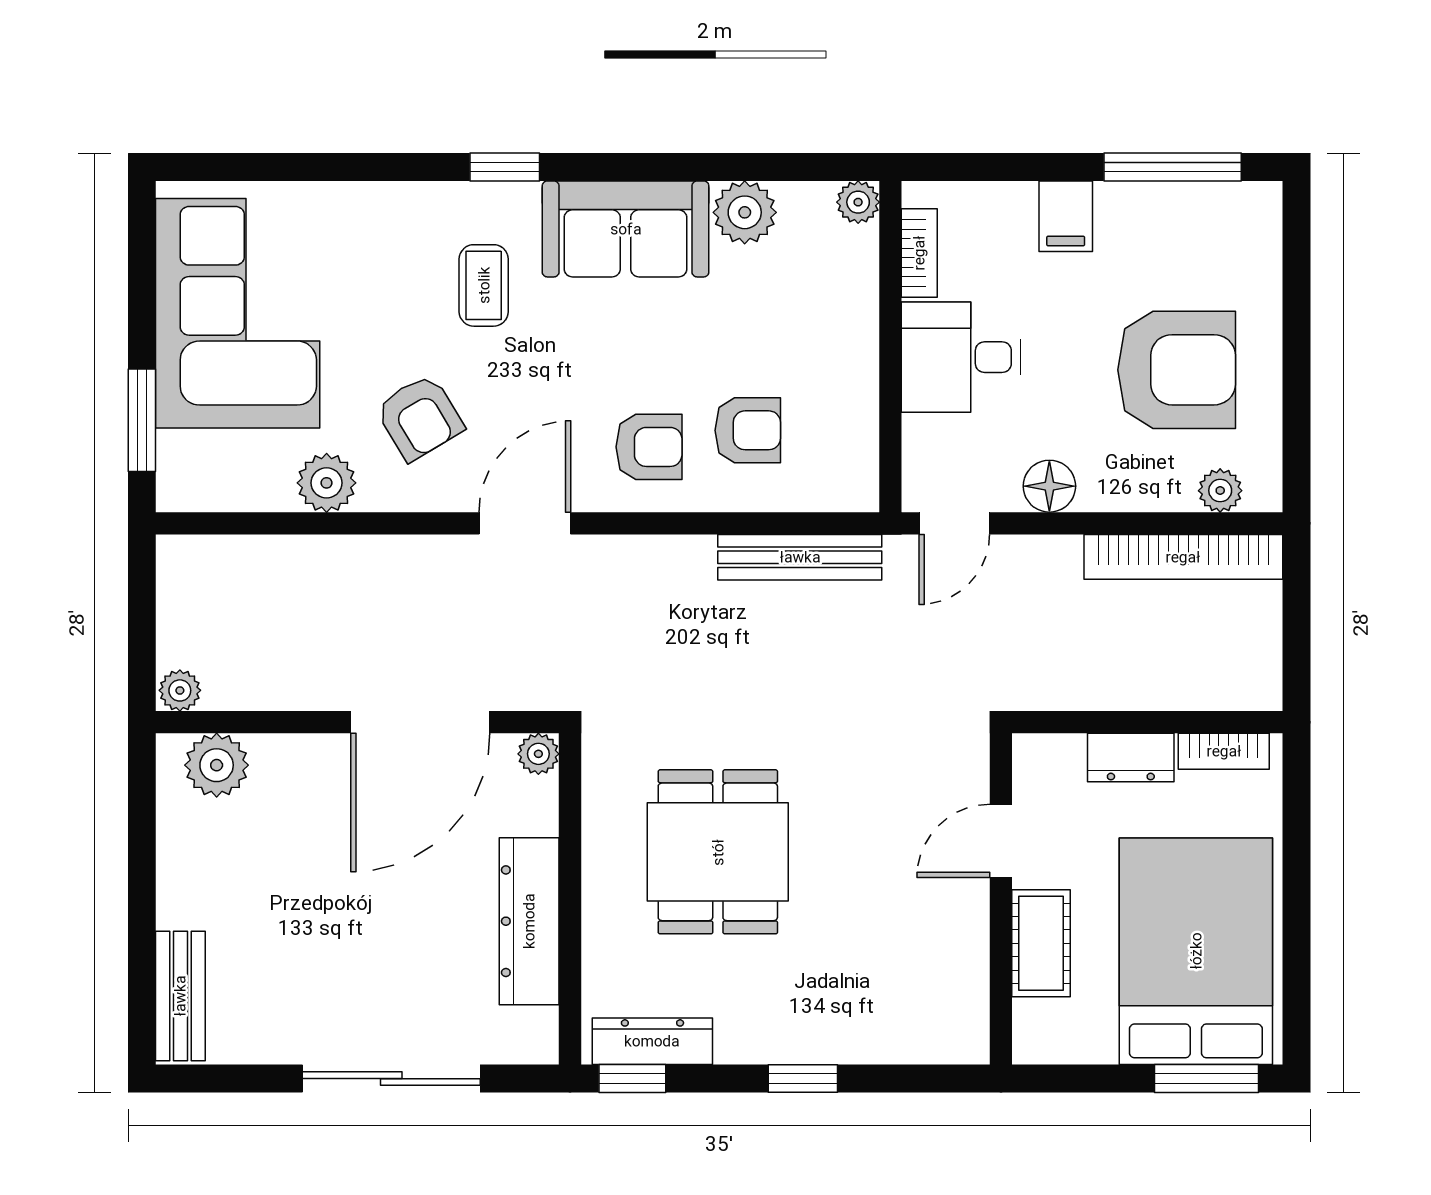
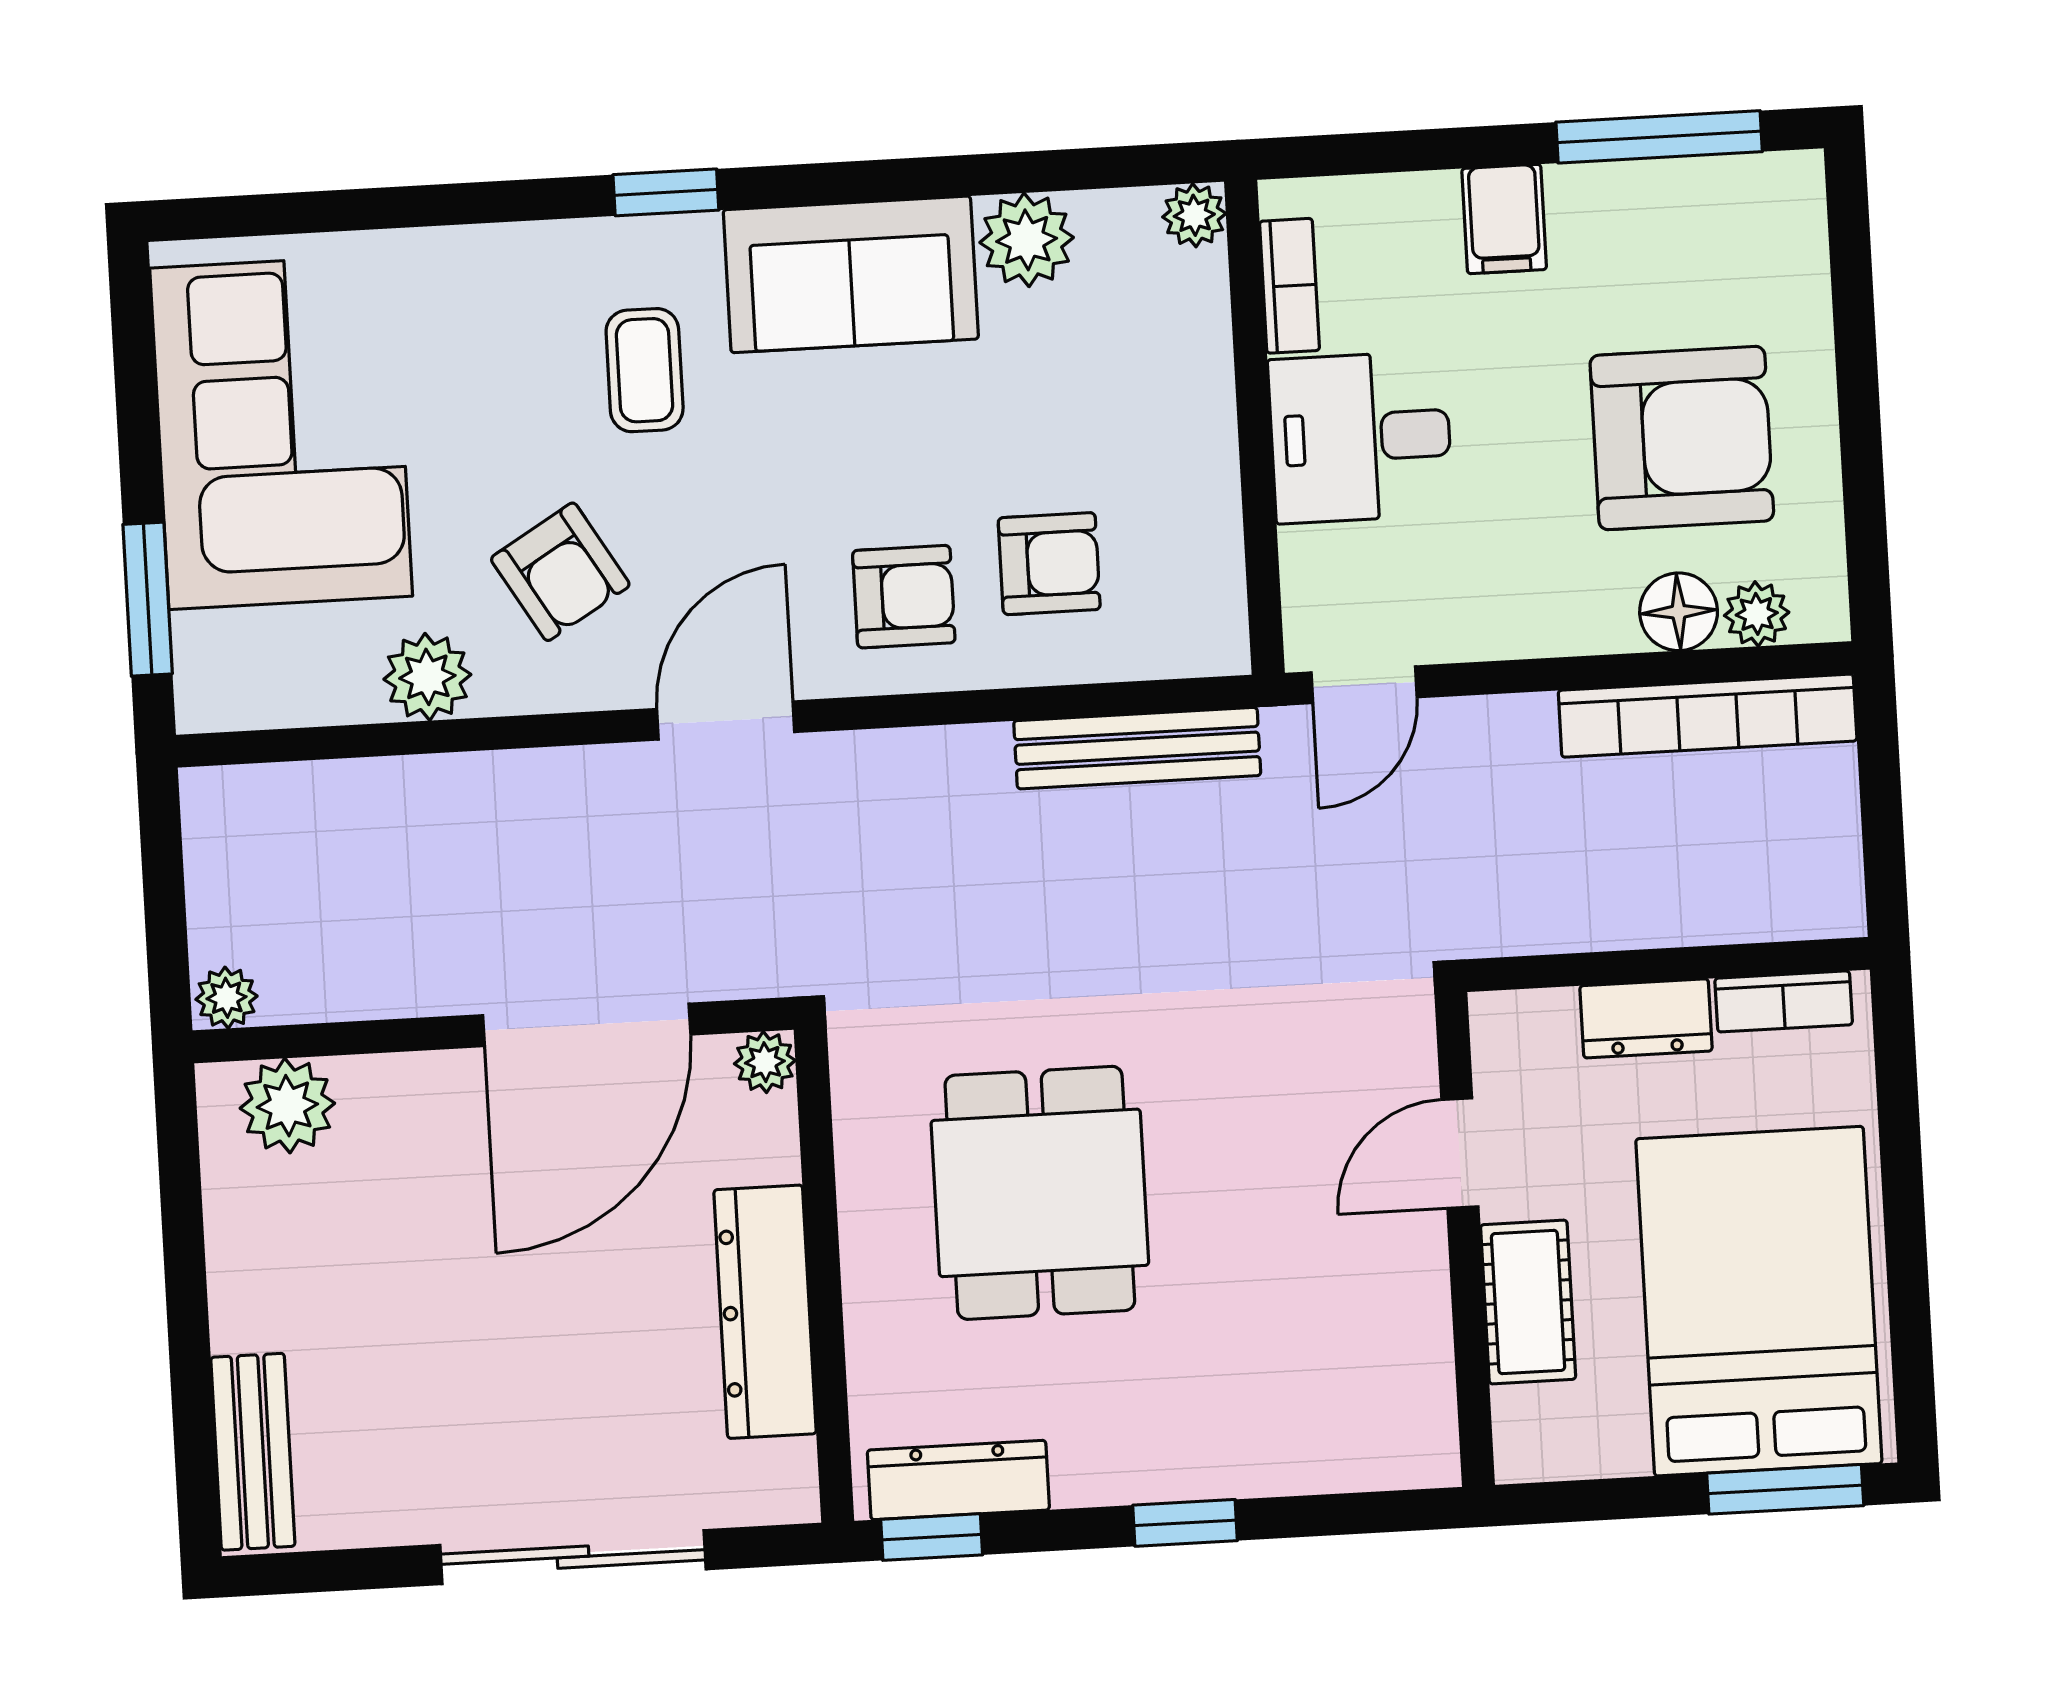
floor lamp: (1049, 486) -> (1679, 612), moved

